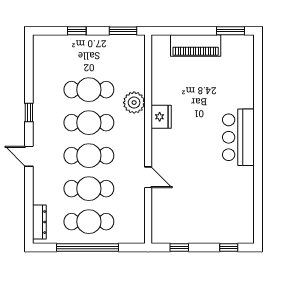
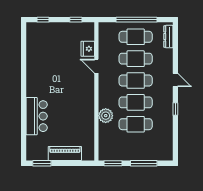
window: (77, 31) -> (144, 163), width x2.17
fridge: (161, 117) -> (88, 49), moved
bar counter: (238, 137) -> (37, 116), moved

